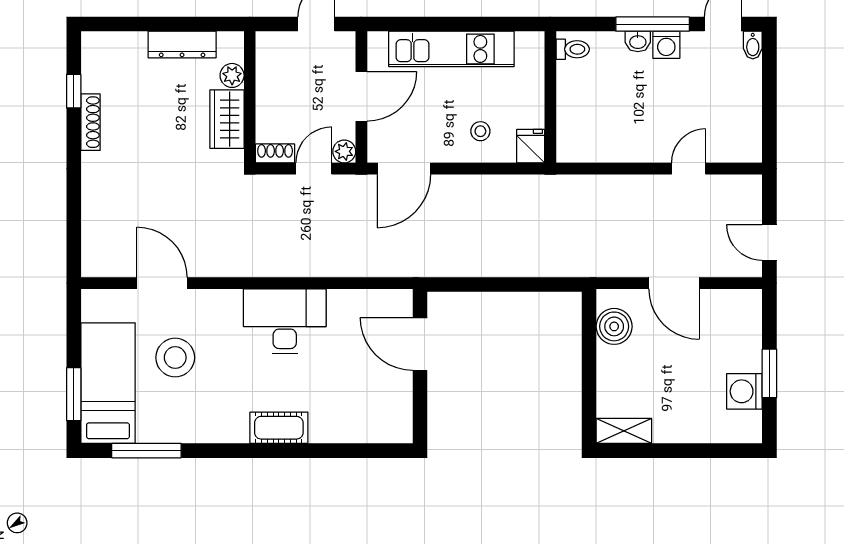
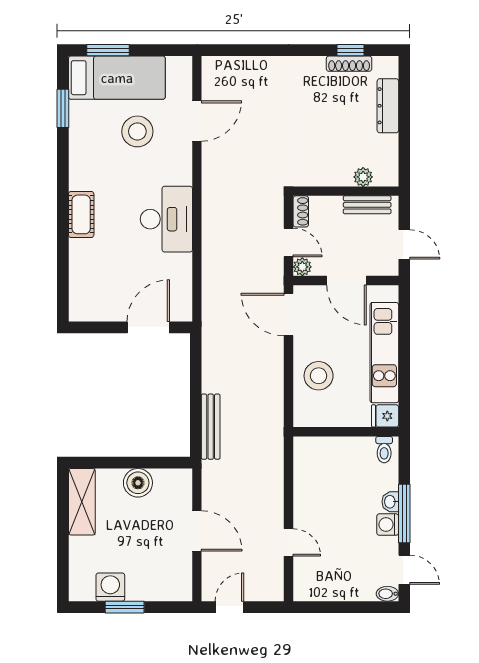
dresser: (182, 45) -> (388, 106), moved
bench: (267, 70) -> (367, 205), added
wardrobe: (227, 119) -> (328, 173), removed
shoe rack: (90, 122) -> (349, 64), moved
stool: (480, 131) -> (319, 376), width x1.89, depth x1.89
fridge: (531, 146) -> (385, 416), moved, turned 180
bench: (544, 266) -> (211, 427), added
door: (674, 283) -> (197, 531), swing flipped
boiler: (614, 326) -> (138, 483), moved
shelving: (624, 431) -> (82, 502), width x1.50, depth x1.33
window: (146, 451) -> (63, 108), width x0.69

